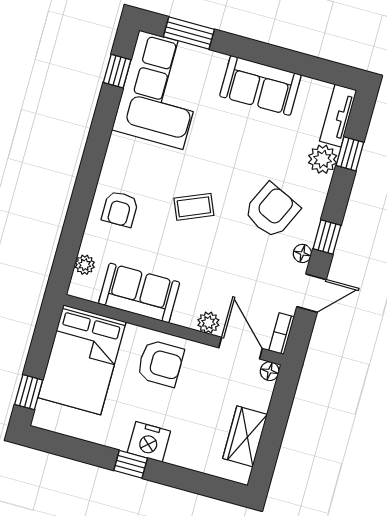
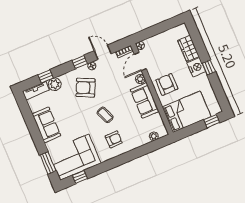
armchair: (120, 209) -> (114, 139), moved
sofa: (139, 293) -> (145, 100), moved
wardrobe: (245, 436) -> (188, 48), moved, turned 90

